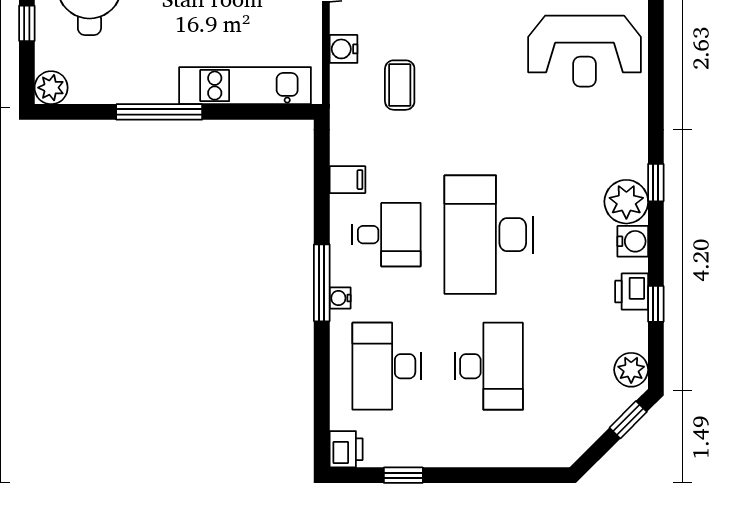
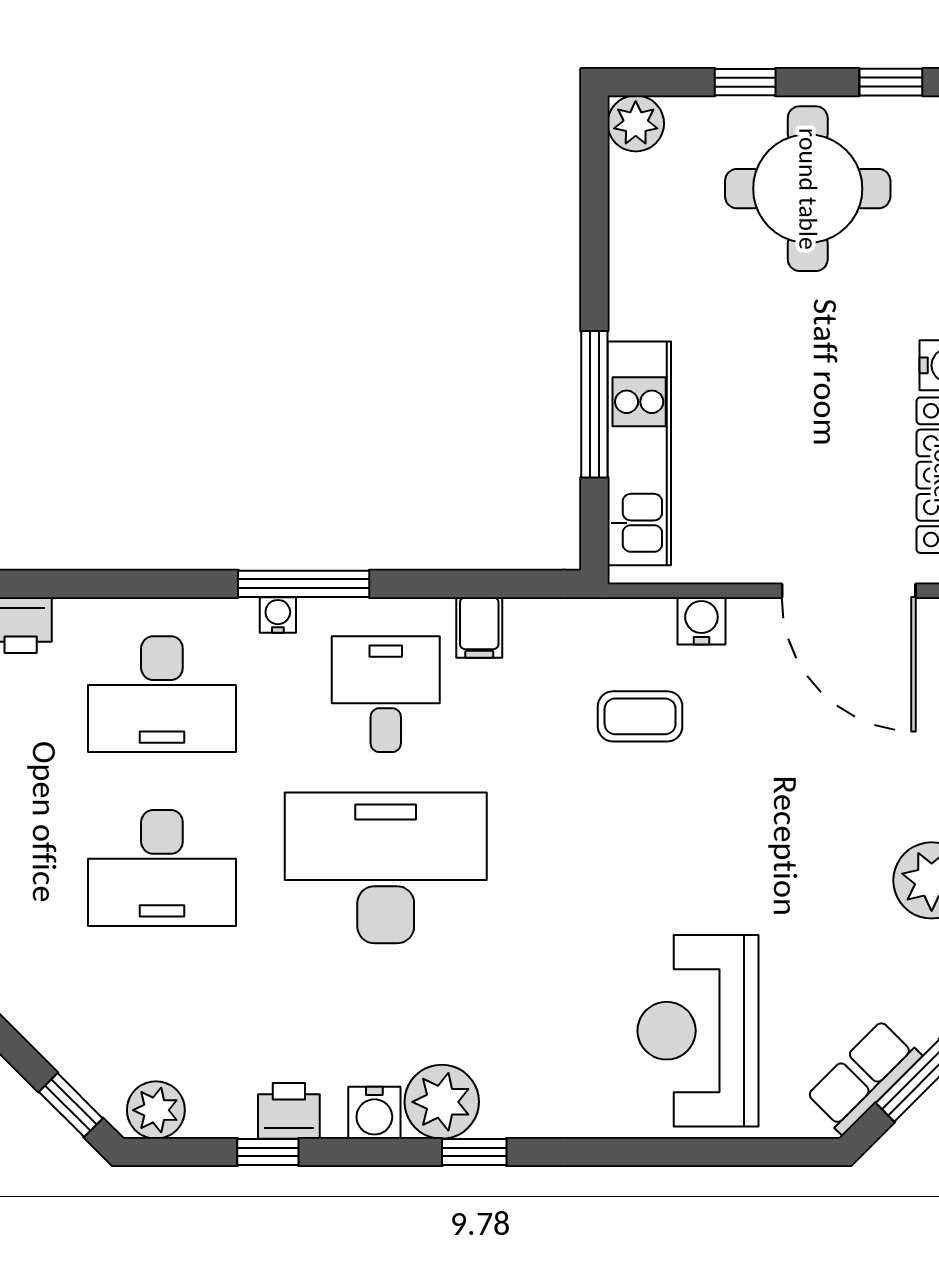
window: (159, 112) -> (594, 404), moved
desk: (387, 235) -> (386, 694), turned 180
desk: (387, 366) -> (162, 694), turned 180

